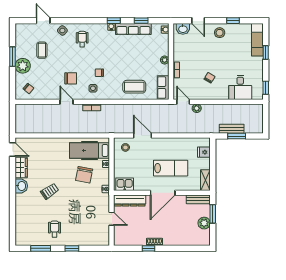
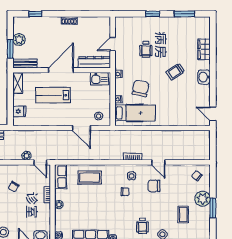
wardrobe: (21, 168) -> (204, 49), moved
door: (112, 219) -> (113, 44), hinge flipped
wheelchair: (55, 229) -> (146, 49), moved
window: (149, 248) -> (35, 14), moved

